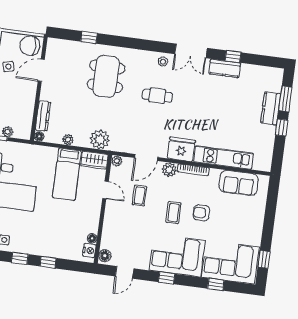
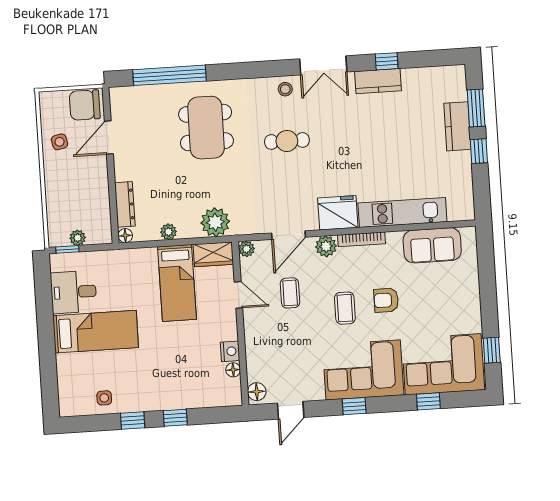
window: (89, 37) -> (169, 75), width x3.17
nightstand: (89, 251) -> (230, 351), moved

